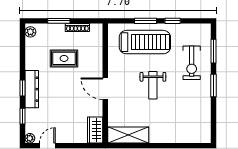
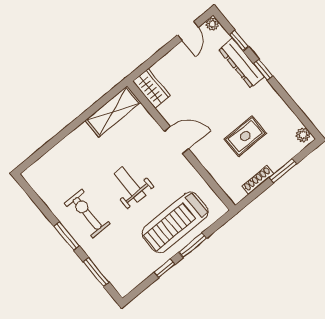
exercise bike: (192, 63) -> (87, 214), moved
dresser: (32, 89) -> (242, 63), moved

